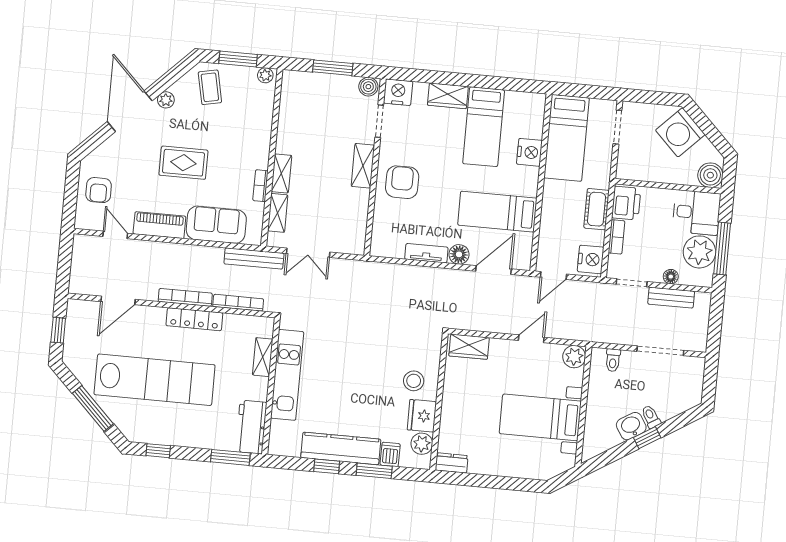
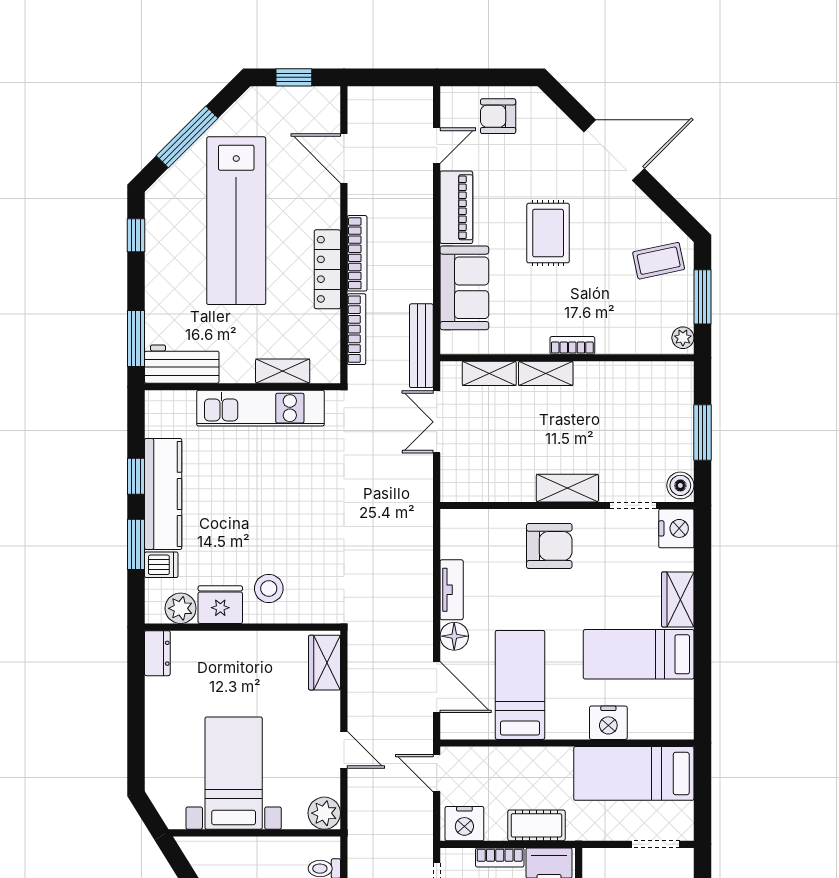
plant: (166, 100) -> (635, 200), removed
bookcase: (260, 186) -> (572, 345), moved

